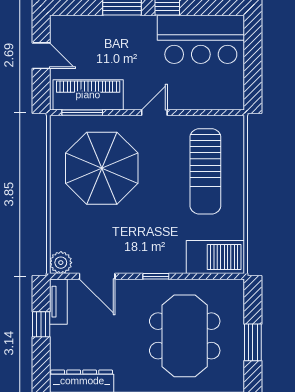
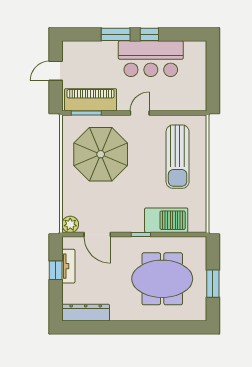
bar counter: (201, 39) -> (151, 59), moved
door: (41, 56) -> (56, 71), swing flipped
barbecue: (215, 257) -> (166, 220), moved
tv unit: (58, 302) -> (68, 266), moved
meeting table: (185, 336) -> (162, 279), turned 90

